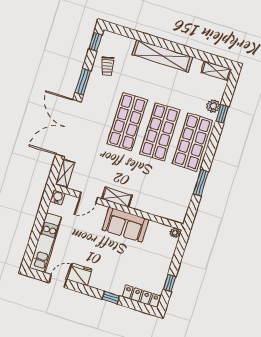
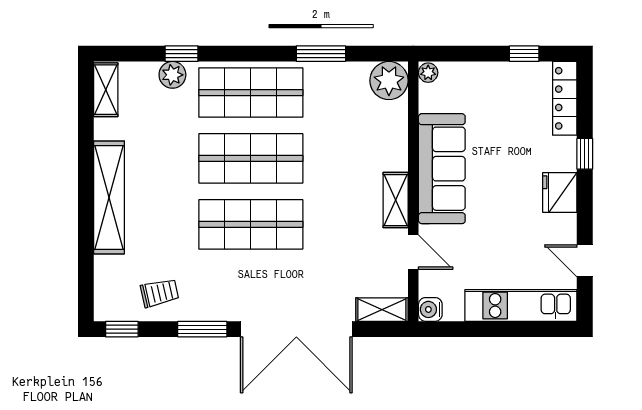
plant: (177, 212) -> (389, 81), added
sofa: (125, 225) -> (442, 169), width x1.36
fridge: (80, 274) -> (560, 192), moved

